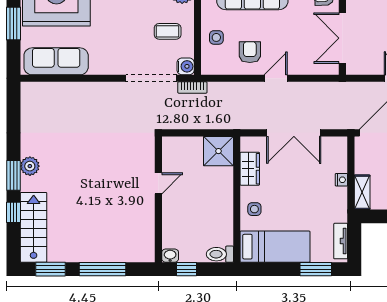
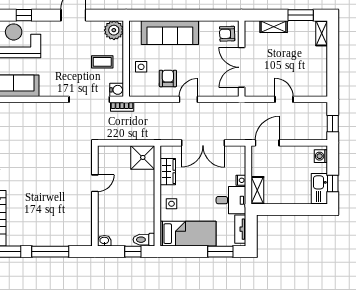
desk: (329, 205) -> (231, 200), added
window: (187, 269) -> (133, 252), moved

